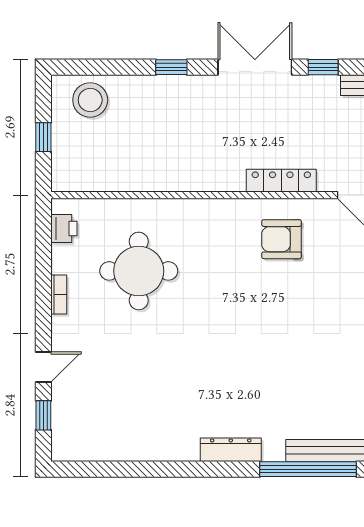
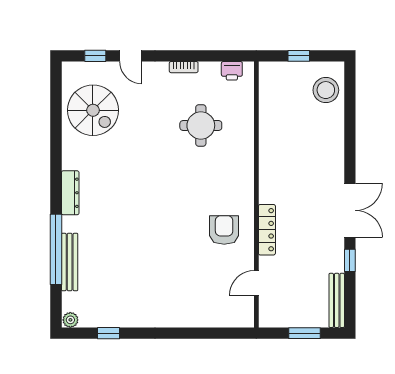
window: (171, 67) -> (350, 149), removed
round table: (139, 271) -> (201, 125), width x0.73, depth x0.73
spiral stairs: (118, 418) -> (93, 110), added

